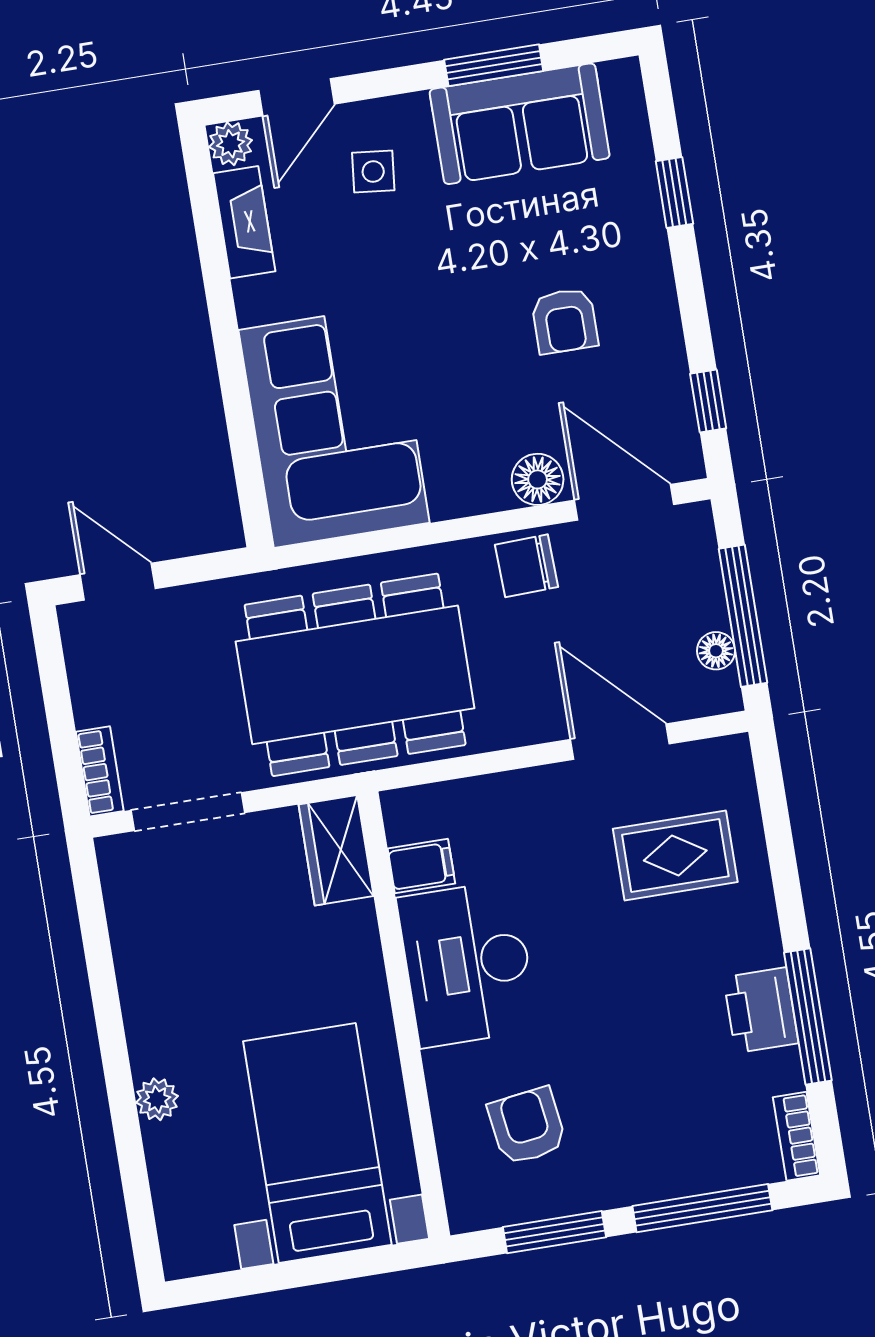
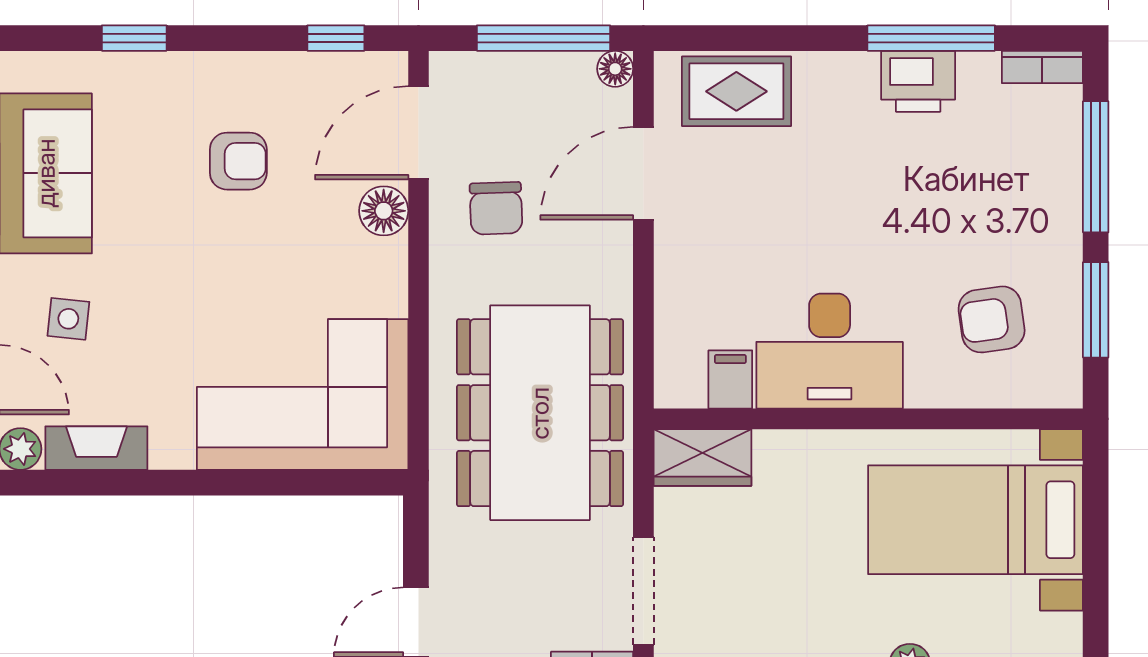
chair: (527, 566) -> (496, 208), moved
floor lamp: (716, 651) -> (615, 69), moved
rug: (675, 855) -> (736, 91), moved, turned 90

